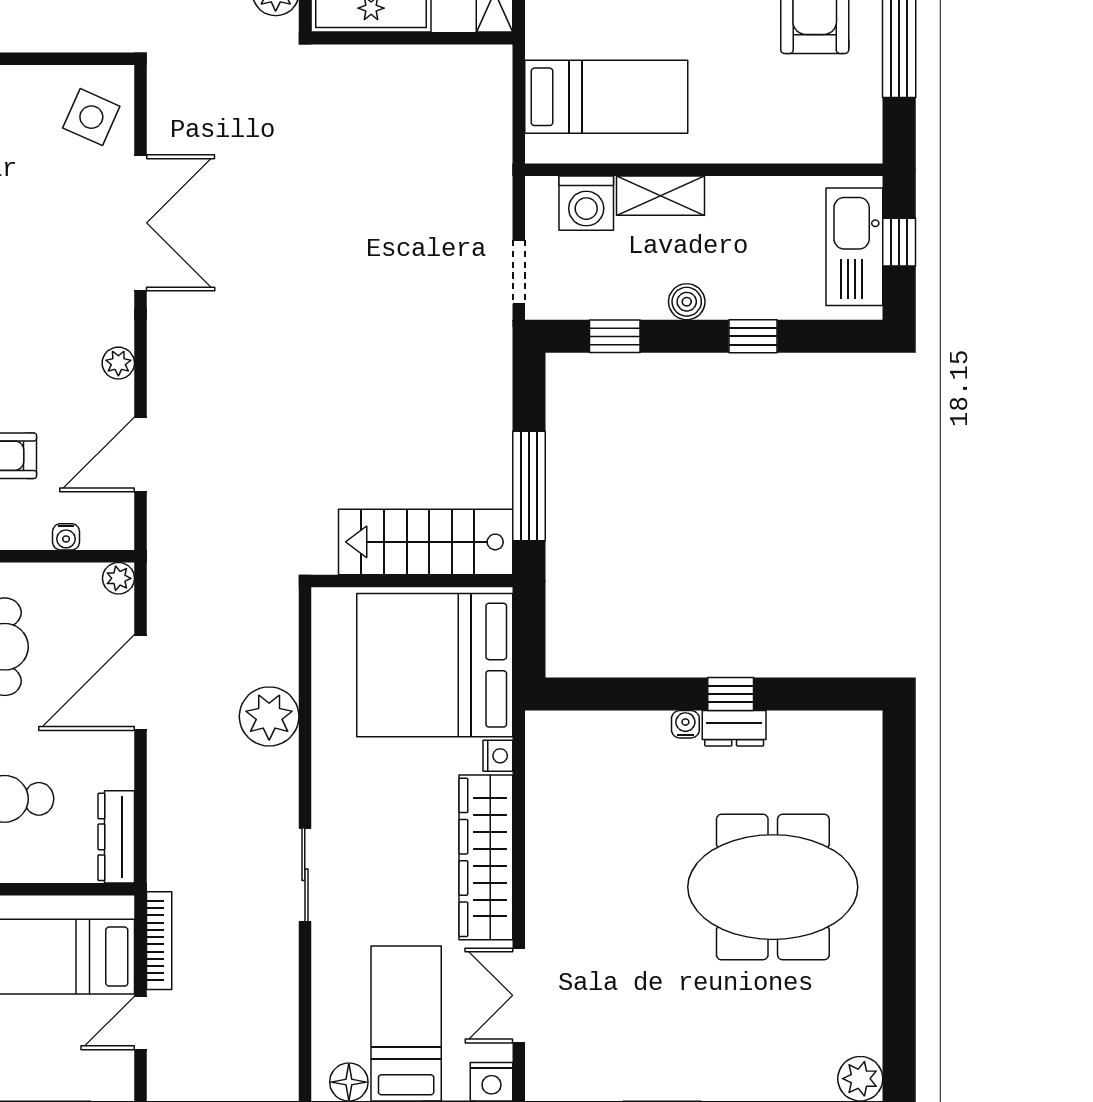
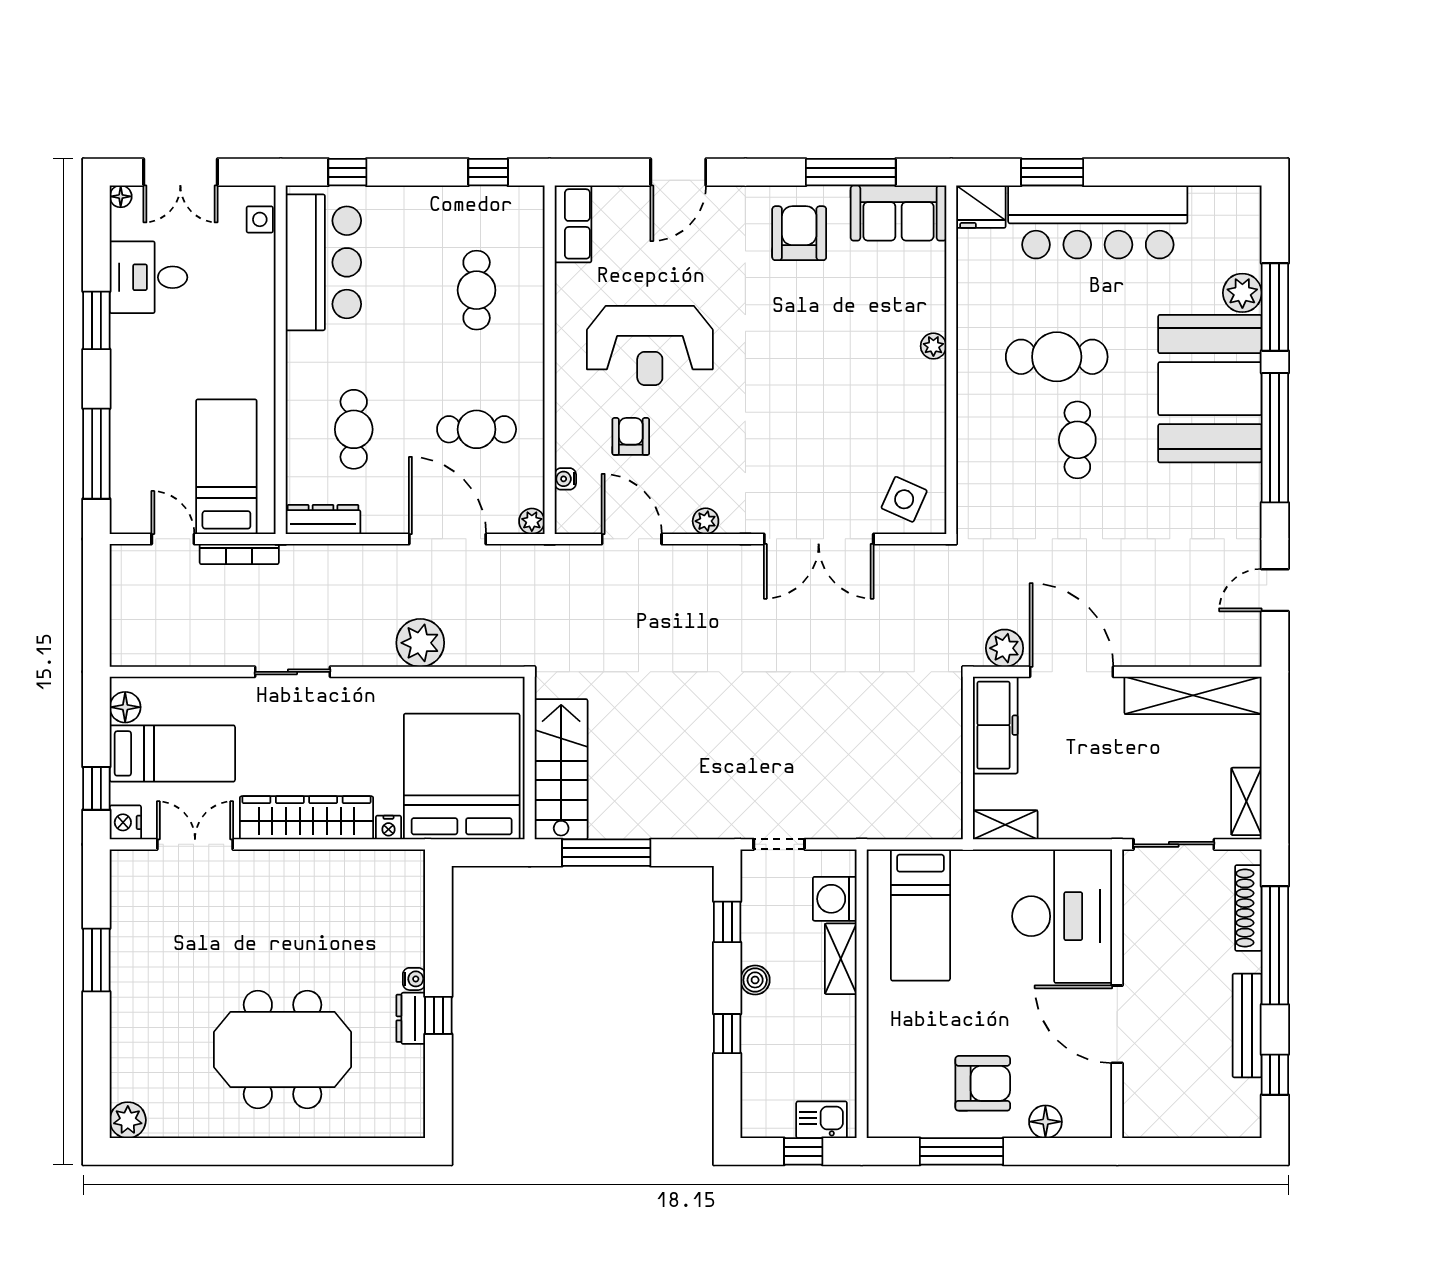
kitchen sink: (854, 247) -> (822, 1120), width x0.53, depth x0.81
meeting table: (773, 887) -> (283, 1049), turned 90

